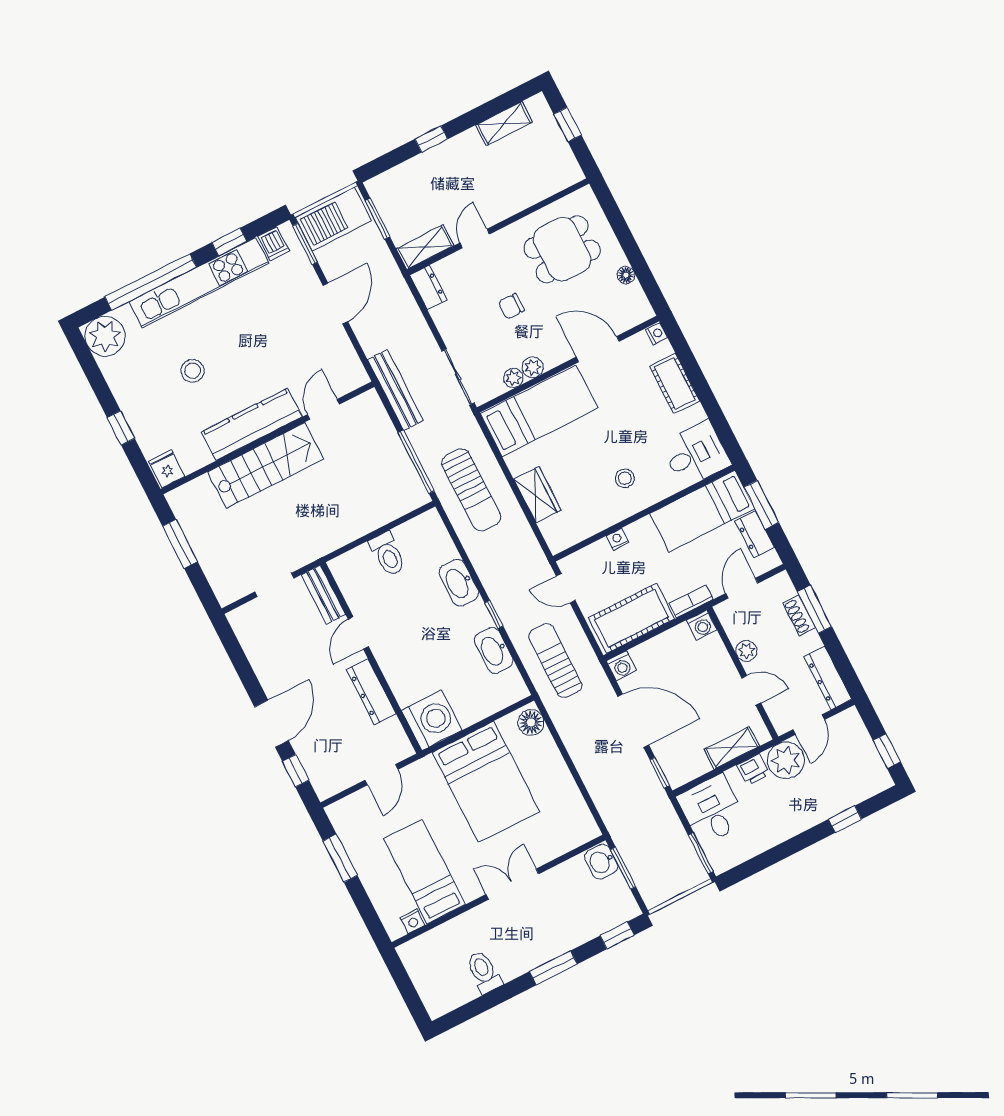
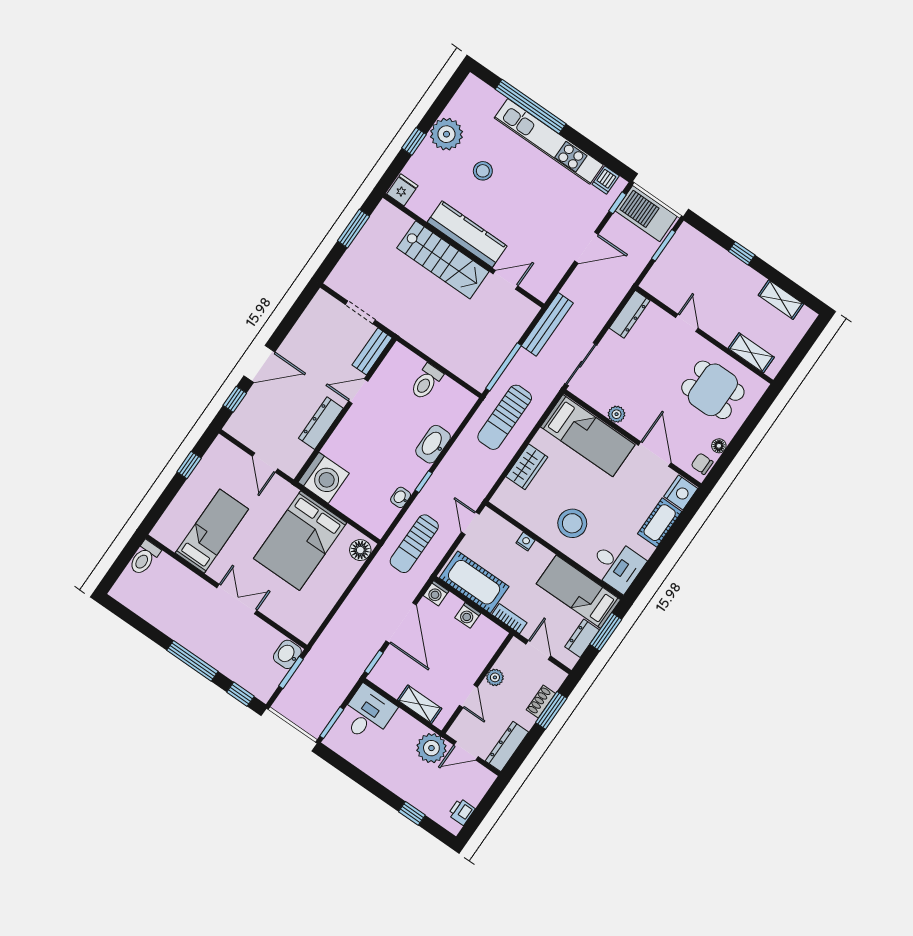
window: (568, 125) -> (805, 346), removed
door: (475, 238) -> (687, 323), hinge flipped
window: (229, 242) -> (590, 148), removed
window: (305, 244) -> (618, 203), width x0.67
shelving: (425, 247) -> (751, 353), moved
dresser: (428, 288) -> (630, 314), width x1.44
chair: (511, 306) -> (702, 464), moved
nightstand: (656, 334) -> (681, 492), width x1.89, depth x1.79
plant: (105, 336) -> (446, 134), moved
plant: (513, 378) -> (601, 404), removed
stool: (625, 478) -> (572, 523), width x1.89, depth x1.89
door: (742, 588) -> (538, 650), hinge flipped
washing machine: (702, 625) -> (468, 615), moved
washbasin: (494, 650) -> (401, 497), width x0.52, depth x0.69
sun lounger: (555, 661) -> (414, 544), turned 180
window: (887, 751) -> (477, 817), removed
printer: (753, 770) -> (461, 812), moved, turned 90
door: (381, 775) -> (265, 463), hinge flipped
window: (340, 858) -> (189, 465), width x0.67
nightstand: (413, 921) -> (172, 542), removed
window: (553, 968) -> (192, 661), width x1.44
toilet: (484, 972) -> (144, 558), moved, turned 180

